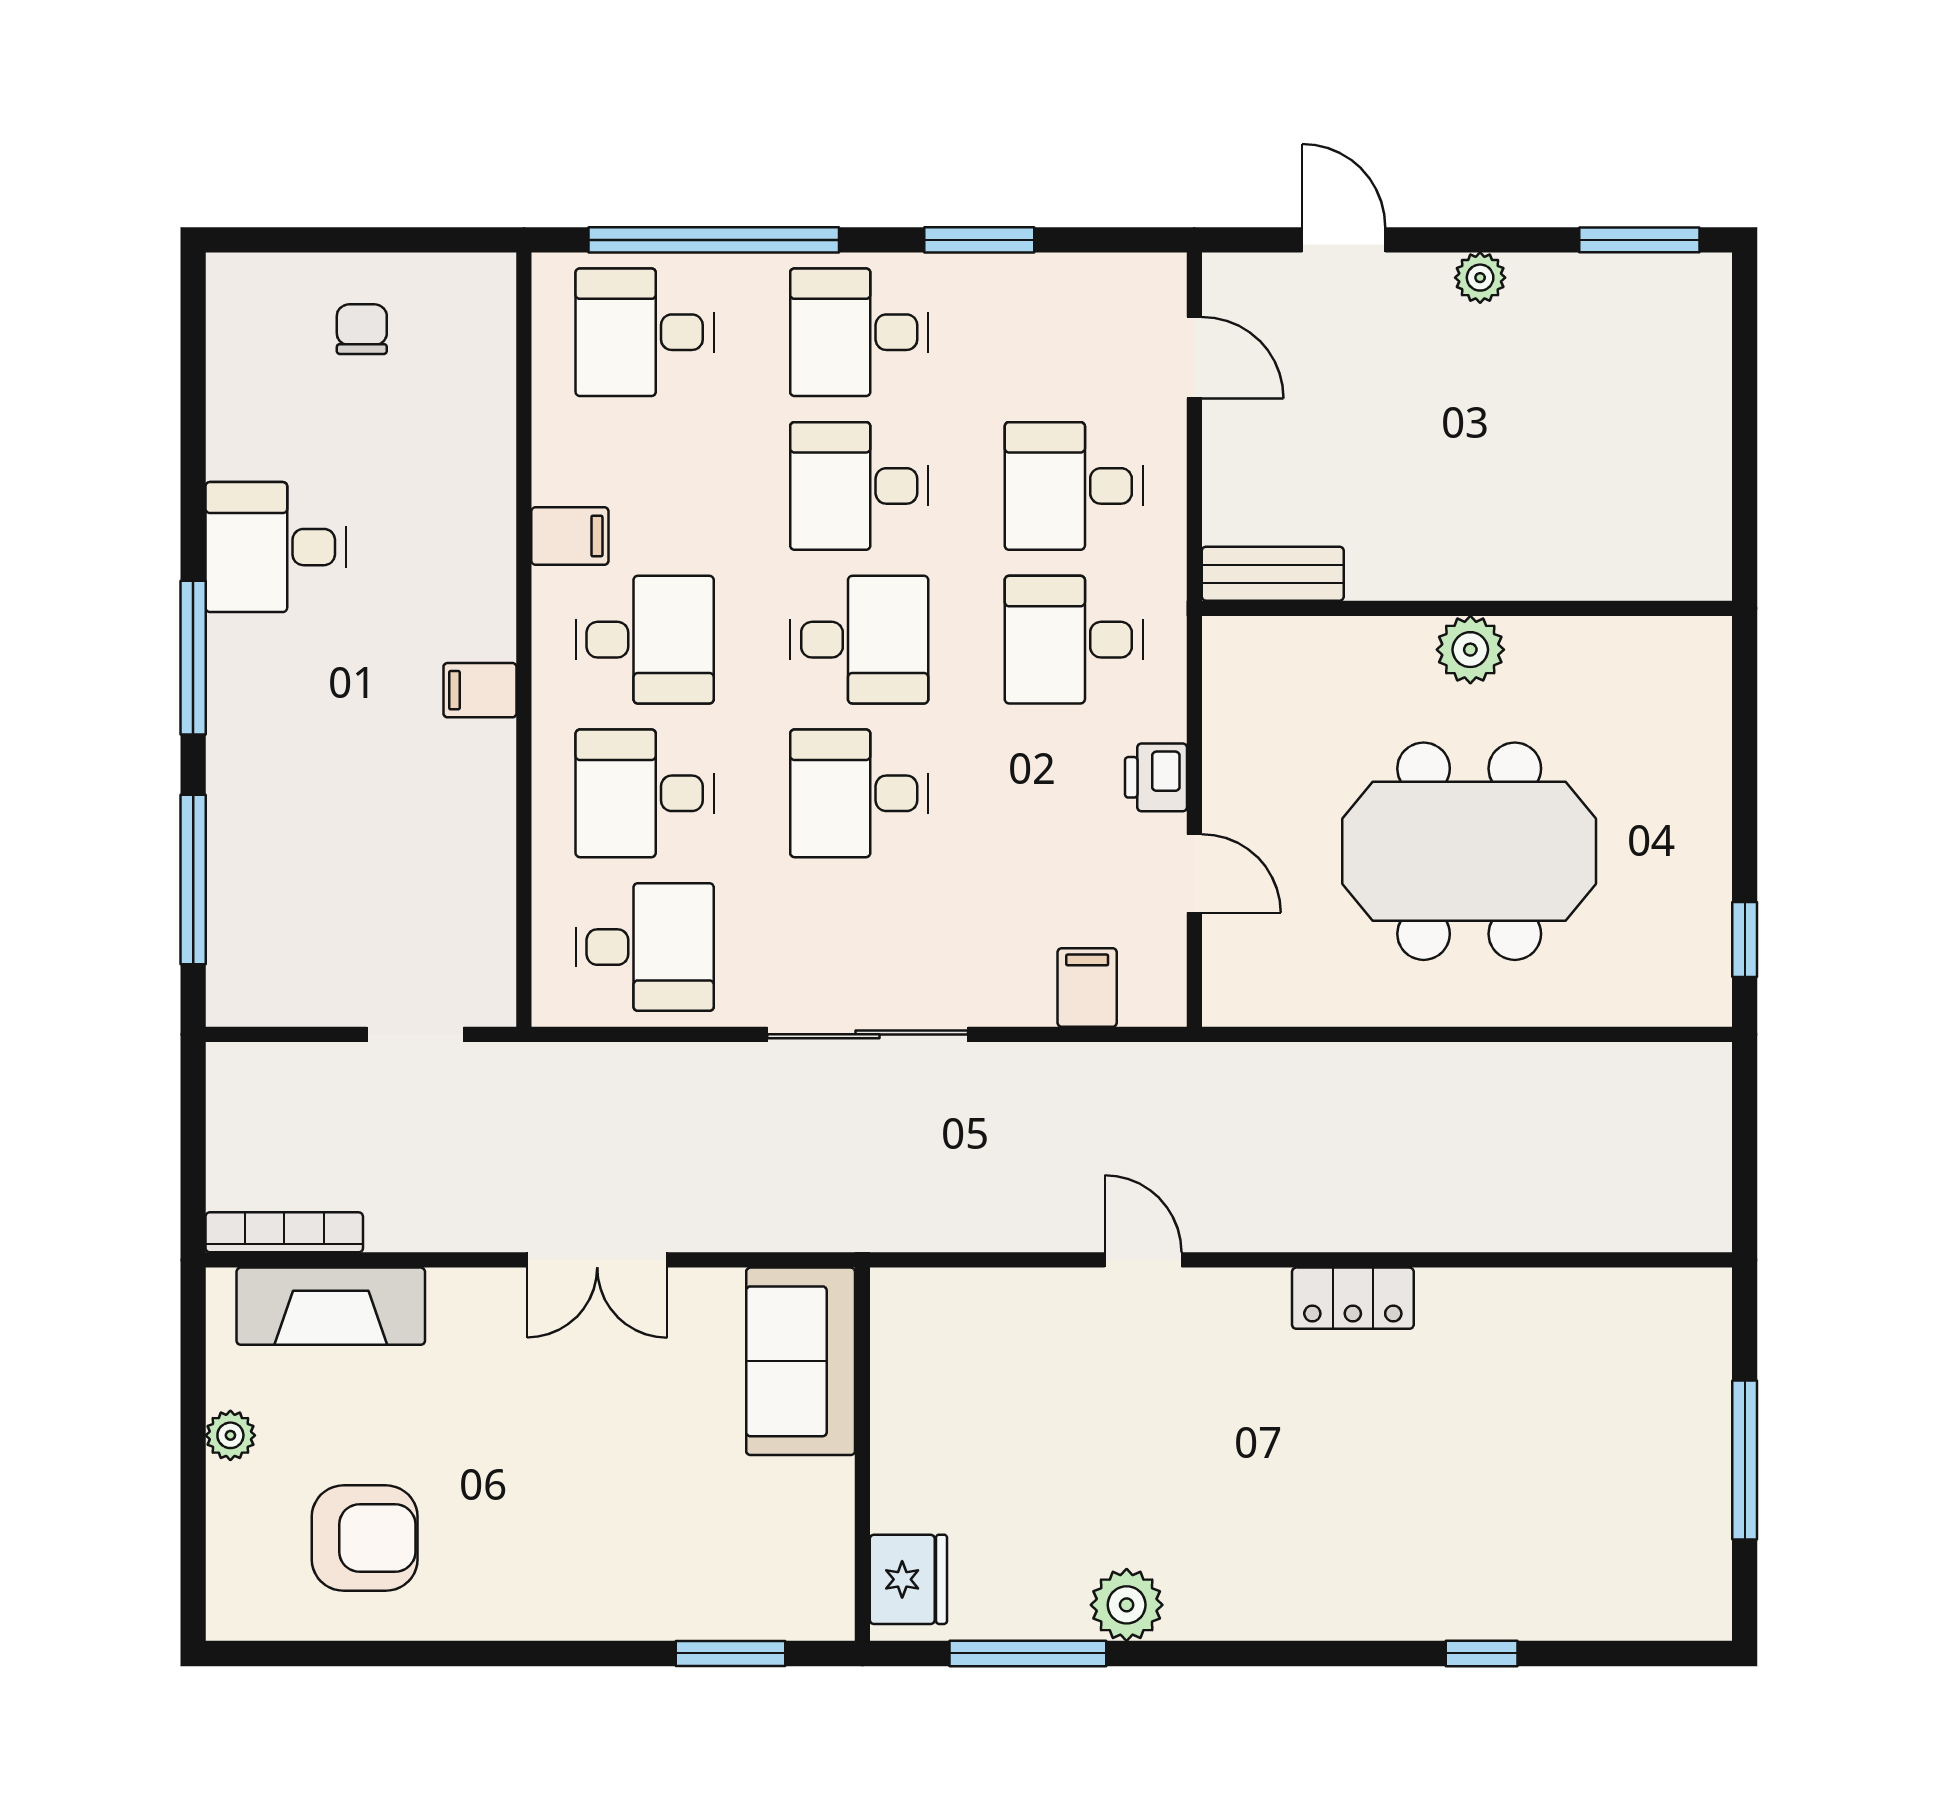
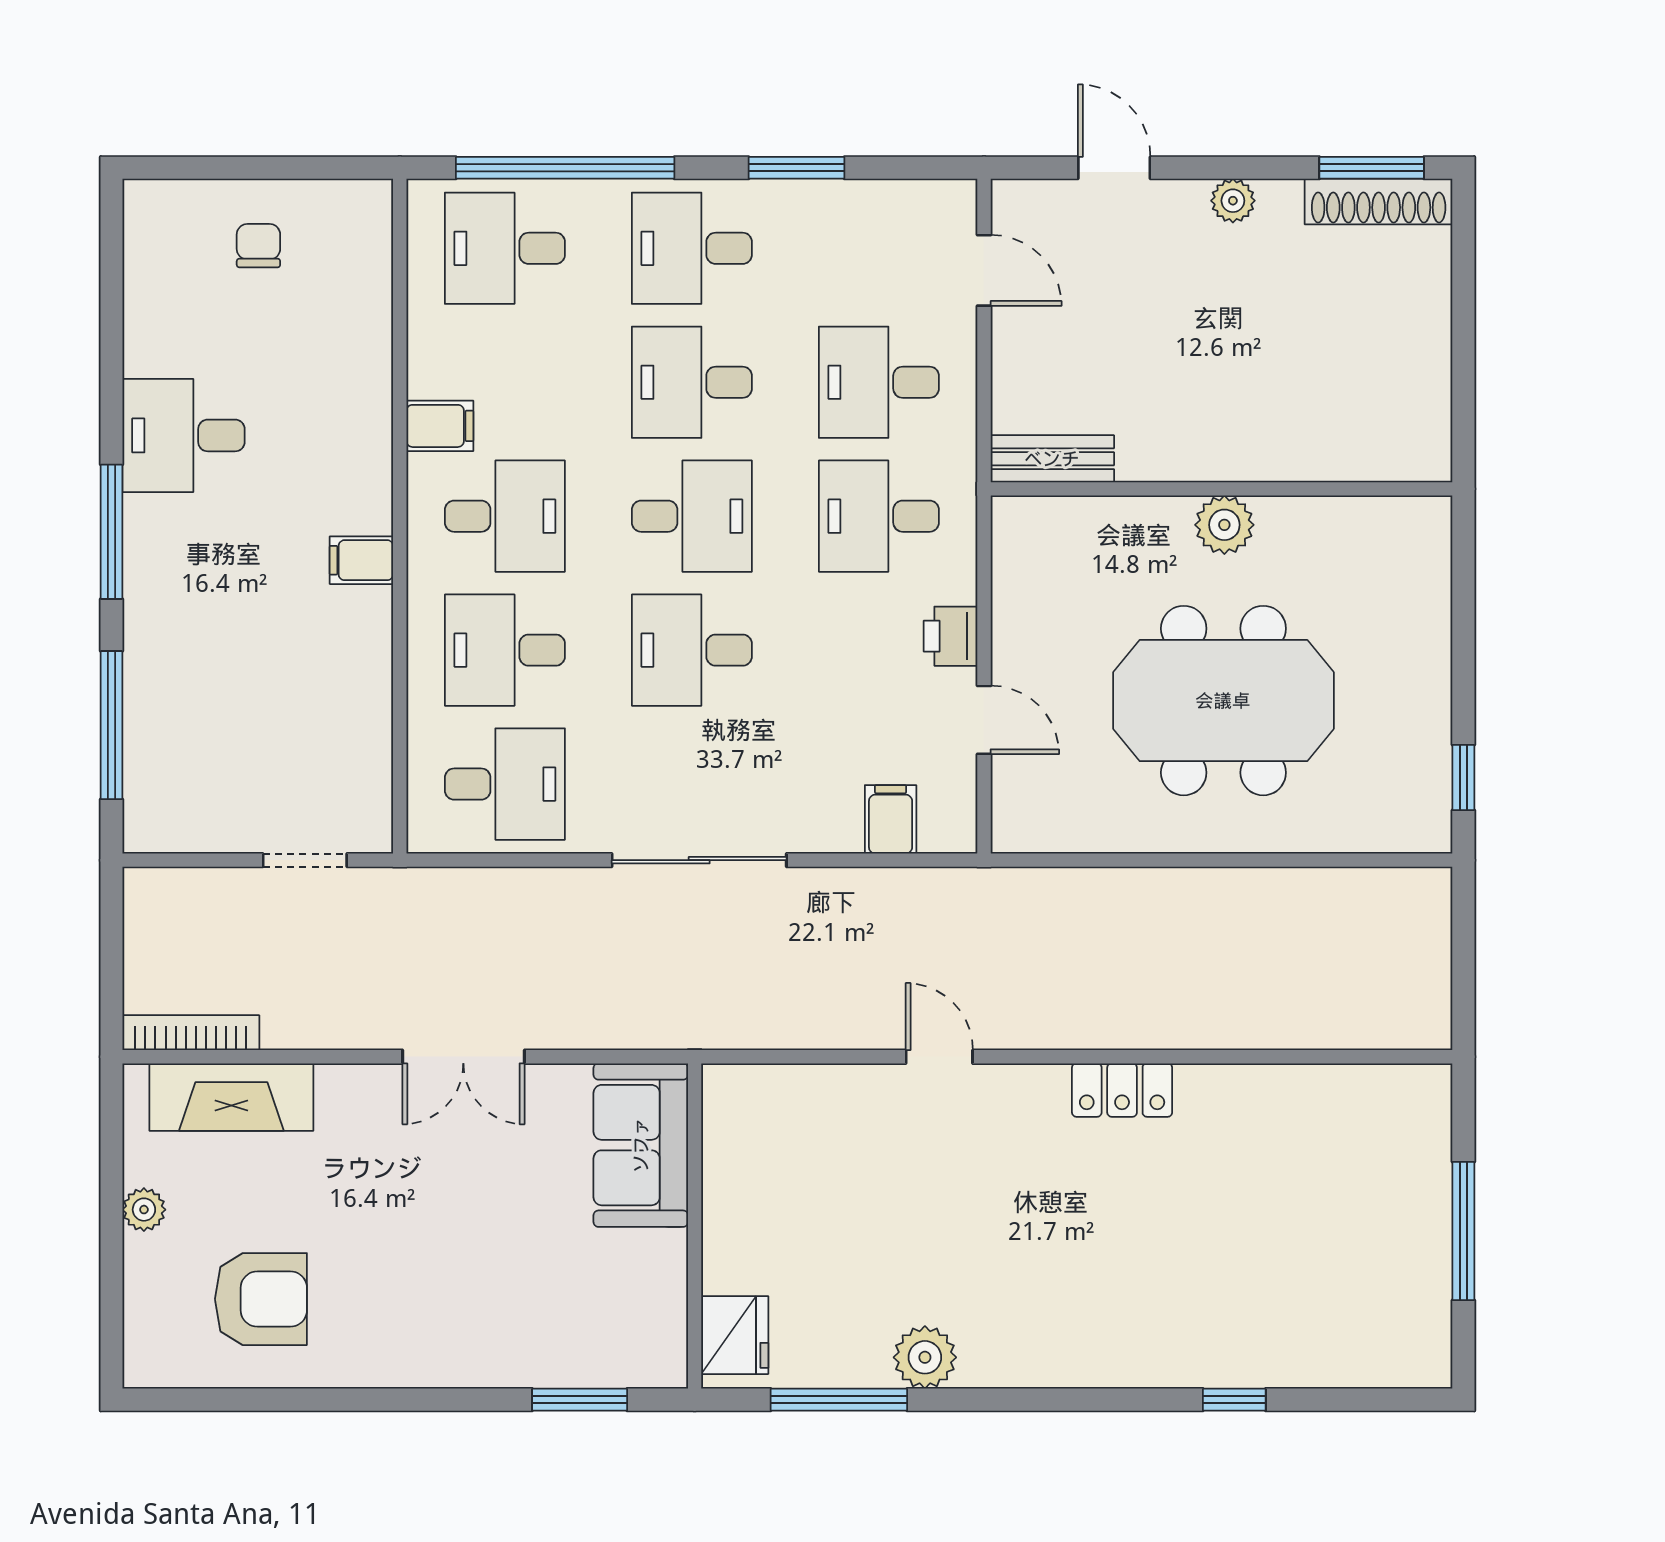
shoe rack: (1647, 279) -> (1379, 202), added

